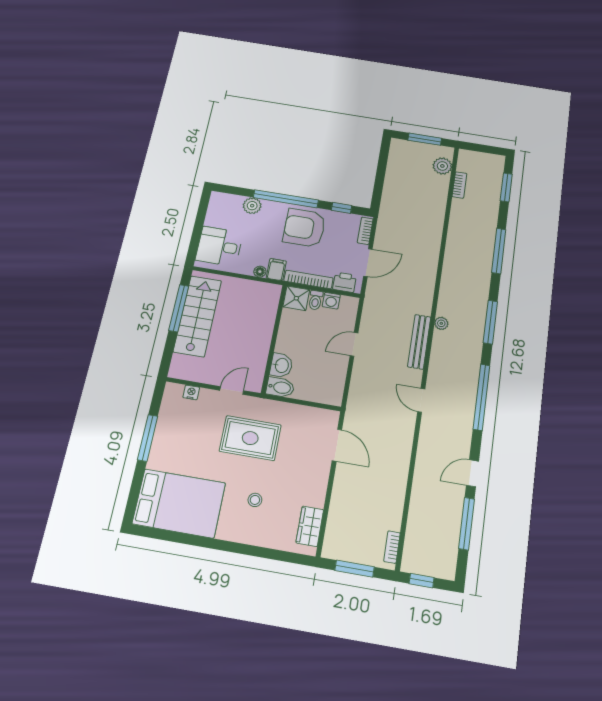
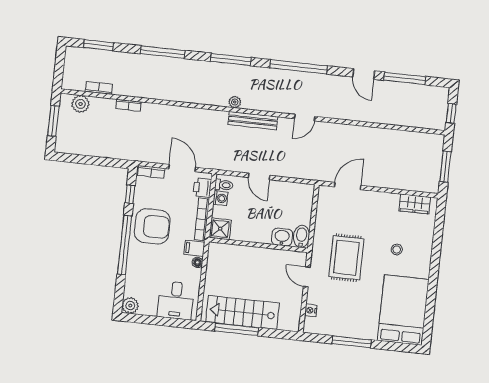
plant: (252, 206) -> (130, 306), moved
armchair: (304, 228) -> (152, 226), turned -90
toilet: (316, 300) -> (224, 185), moved
bookcase: (392, 547) -> (128, 105), moved

